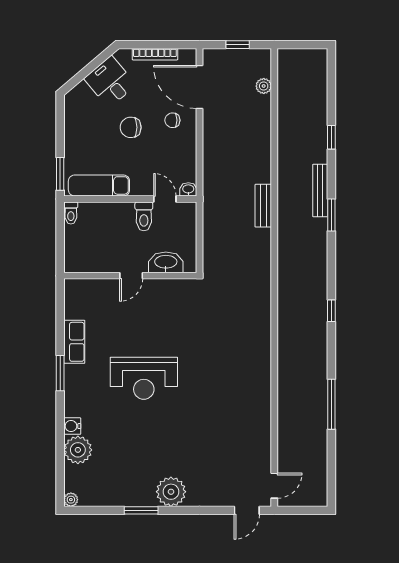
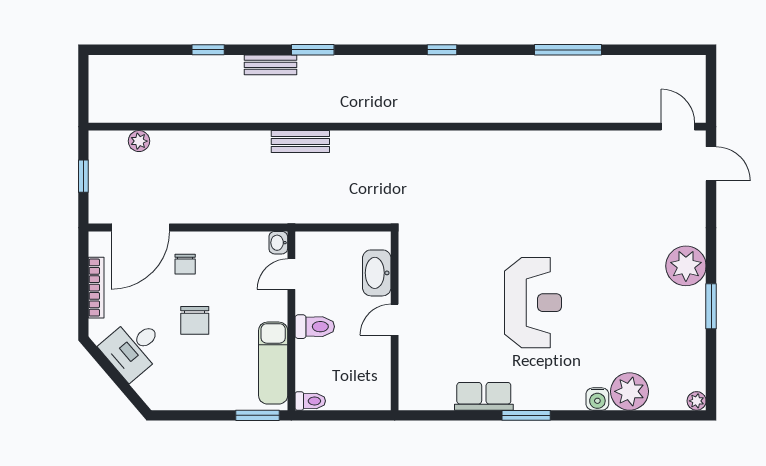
bench: (320, 191) -> (270, 65), width x0.73
toilet: (144, 216) -> (315, 327), moved
door: (131, 276) -> (395, 320), swing flipped

